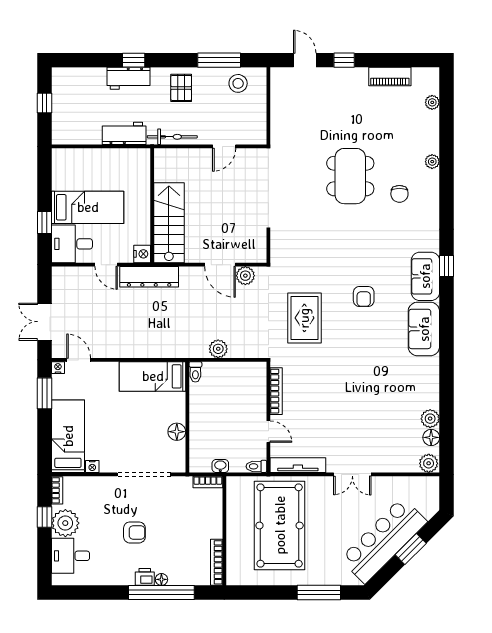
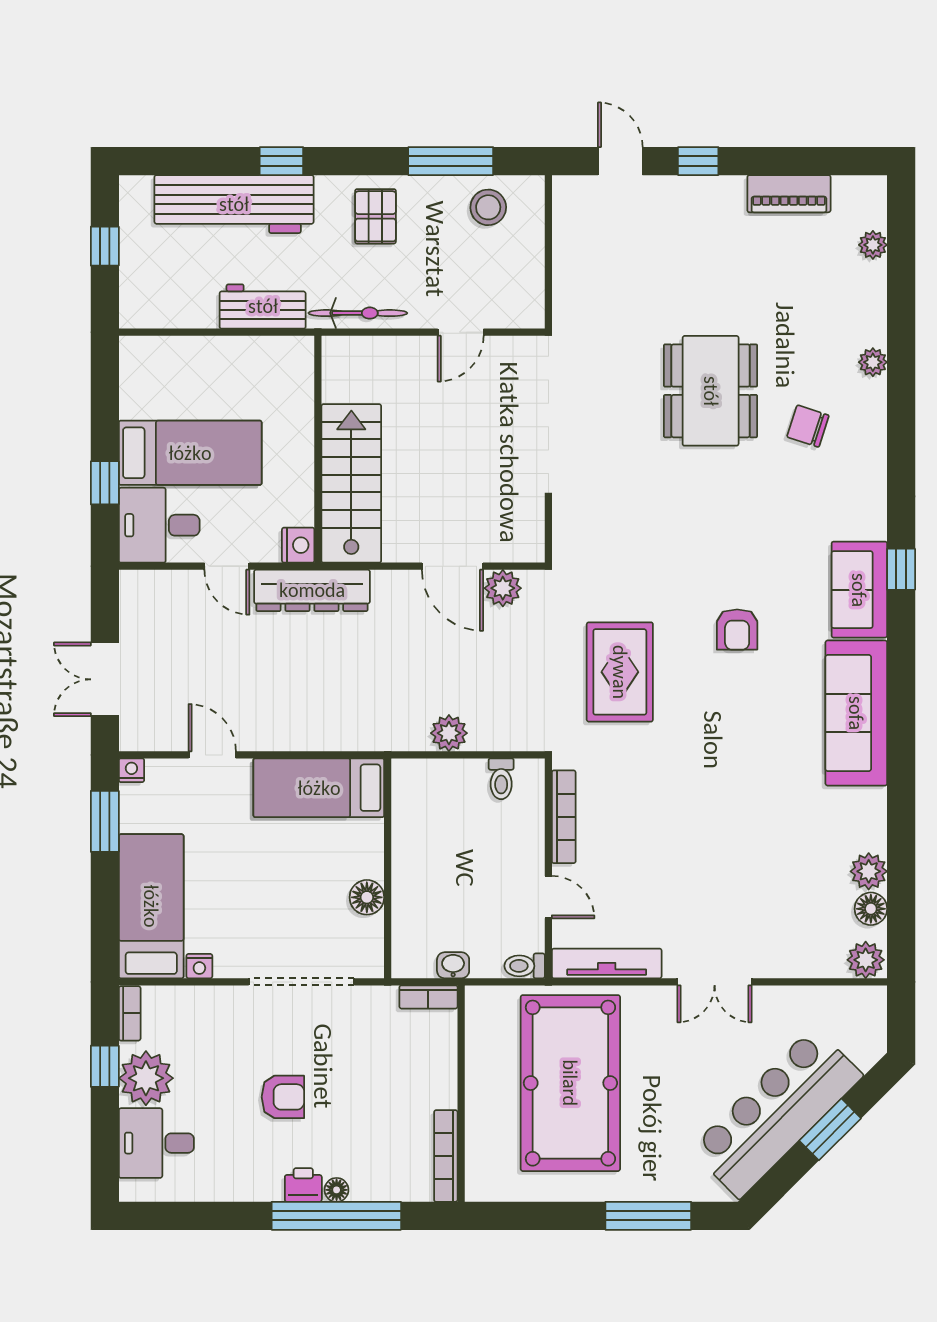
workbench: (128, 78) -> (234, 204), width x1.88, depth x1.32
chair: (399, 194) -> (808, 426), turned 108
sofa: (424, 329) -> (856, 713), width x1.36
door: (79, 360) -> (212, 755), moved
toilet: (195, 372) -> (501, 779), moved

